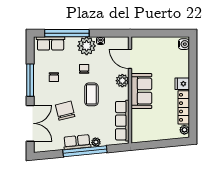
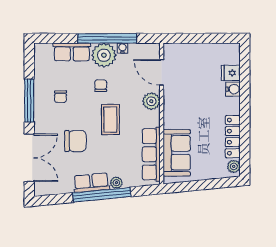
window: (67, 33) -> (107, 38), moved
row of seats: (51, 43) -> (72, 52), moved
water cooler: (184, 44) -> (233, 89), moved
fridge: (182, 84) -> (231, 73), moved
sofa: (141, 91) -> (177, 153), moved
chair: (65, 111) -> (75, 141), turned 104

